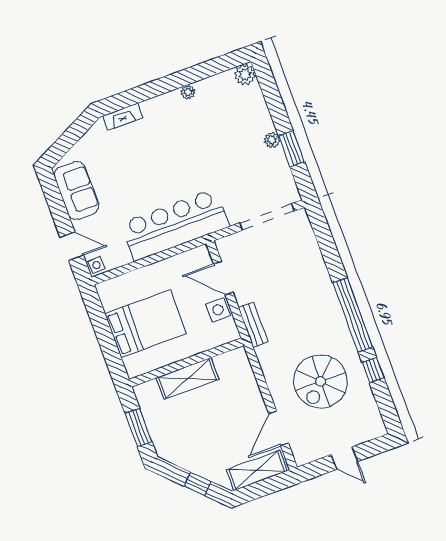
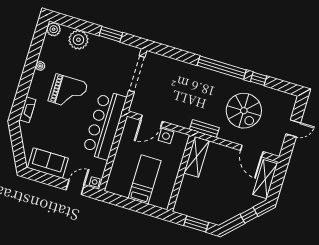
plant: (272, 140) -> (78, 40), moved, width x1.88, depth x1.88
grand piano: (182, 150) -> (68, 92), added
bed: (145, 324) -> (145, 179), width x0.67
bench: (253, 325) -> (204, 129), moved
shelving: (187, 379) -> (197, 157), moved

